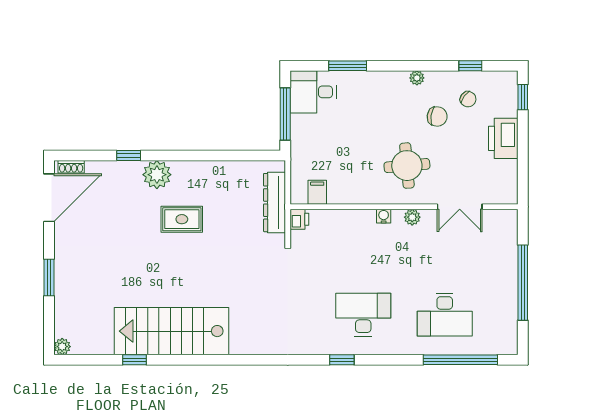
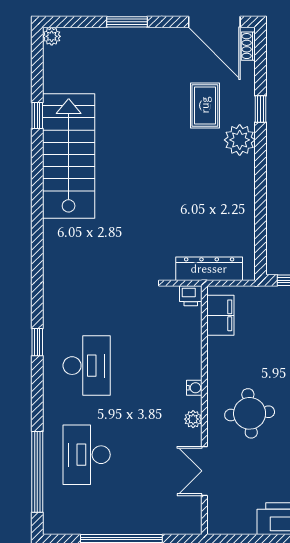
filing cabinet: (317, 192) -> (220, 315), width x2.00
rug: (182, 219) -> (205, 105), moved

